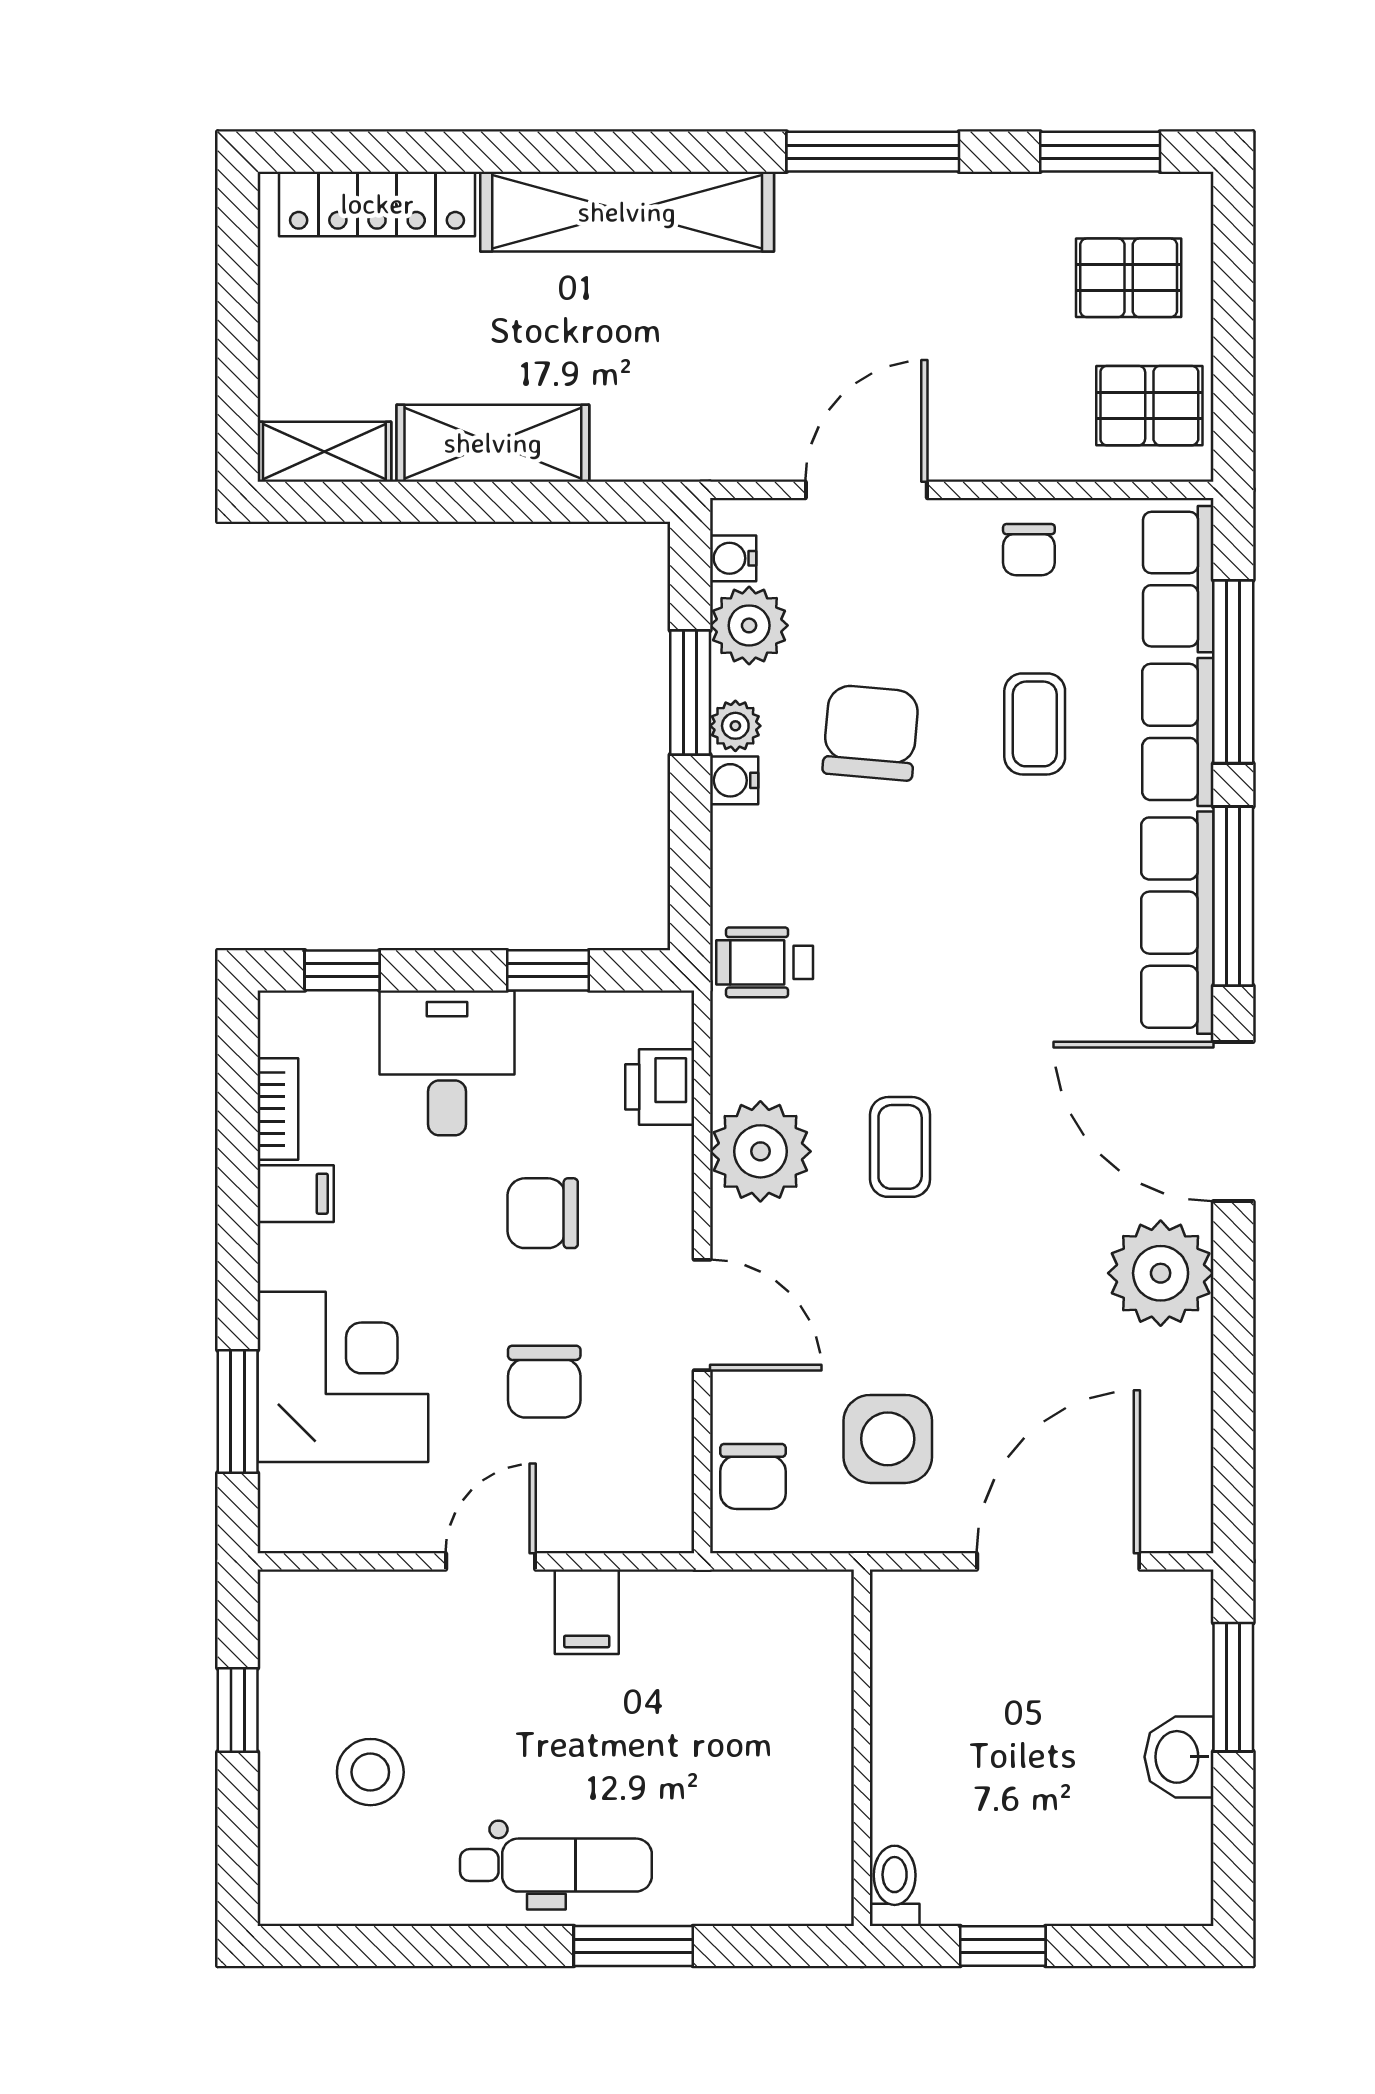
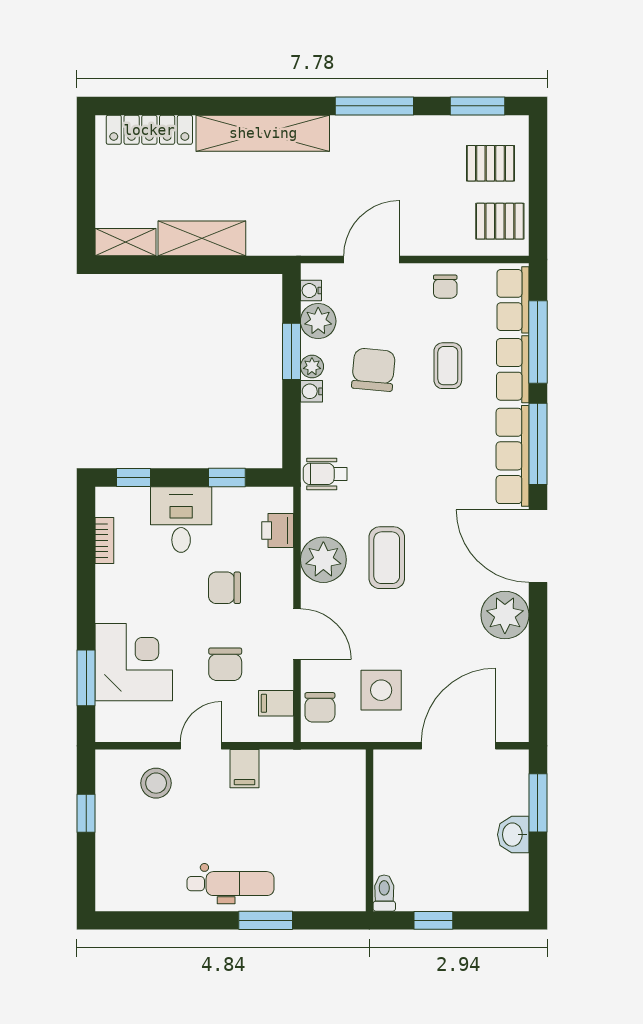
coffee table: (900, 1147) -> (387, 558), width x1.36, depth x1.30
filing cabinet: (296, 1194) -> (276, 703), moved, turned 180
stool: (370, 1772) -> (156, 783), moved

